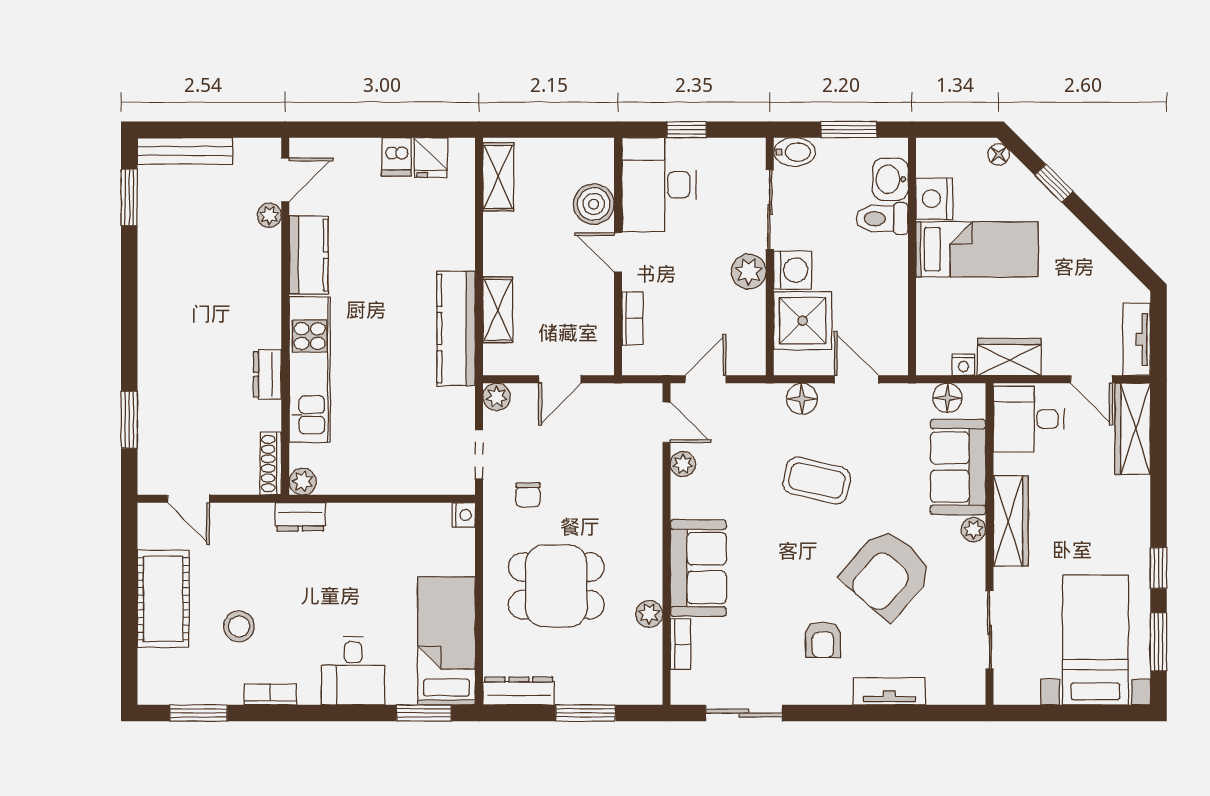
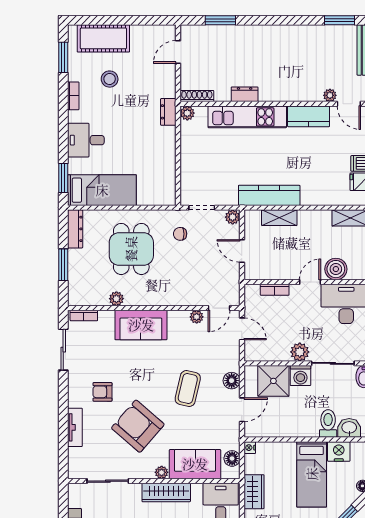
nightstand: (964, 365) -> (250, 448), moved
nightstand: (464, 515) -> (169, 199), removed
cot: (163, 599) -> (103, 38), moved
bookcase: (680, 644) -> (84, 316), moved

